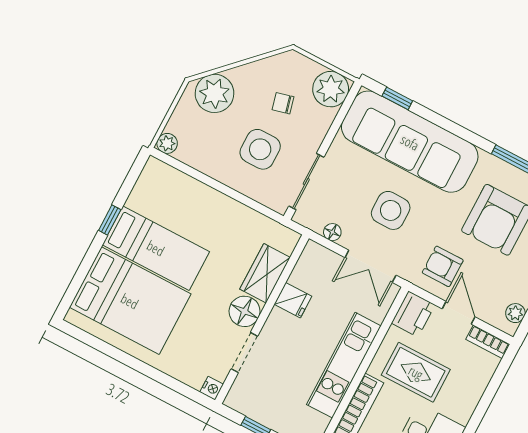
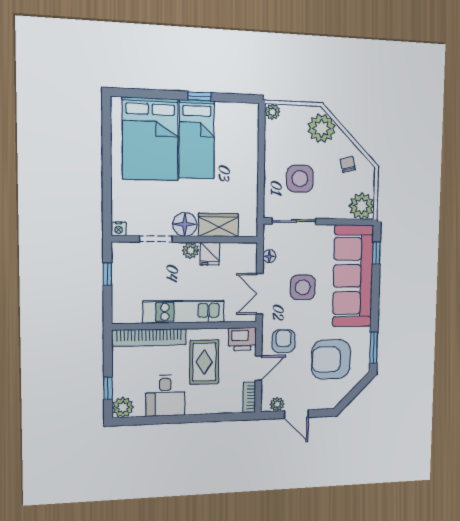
chair: (283, 103) -> (348, 165), moved
plant: (278, 320) -> (191, 250), added

